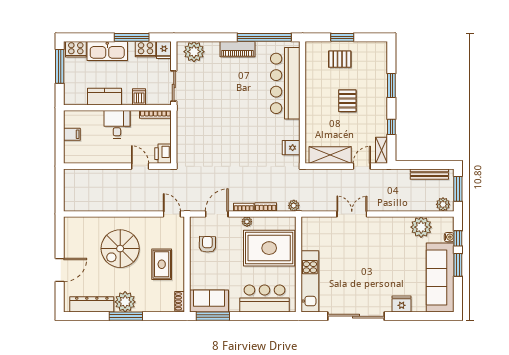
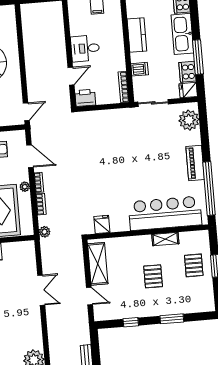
pallet: (347, 101) -> (153, 276), turned 90
desk: (117, 124) -> (85, 48), moved, turned 180
shelving: (382, 150) -> (165, 239), moved

